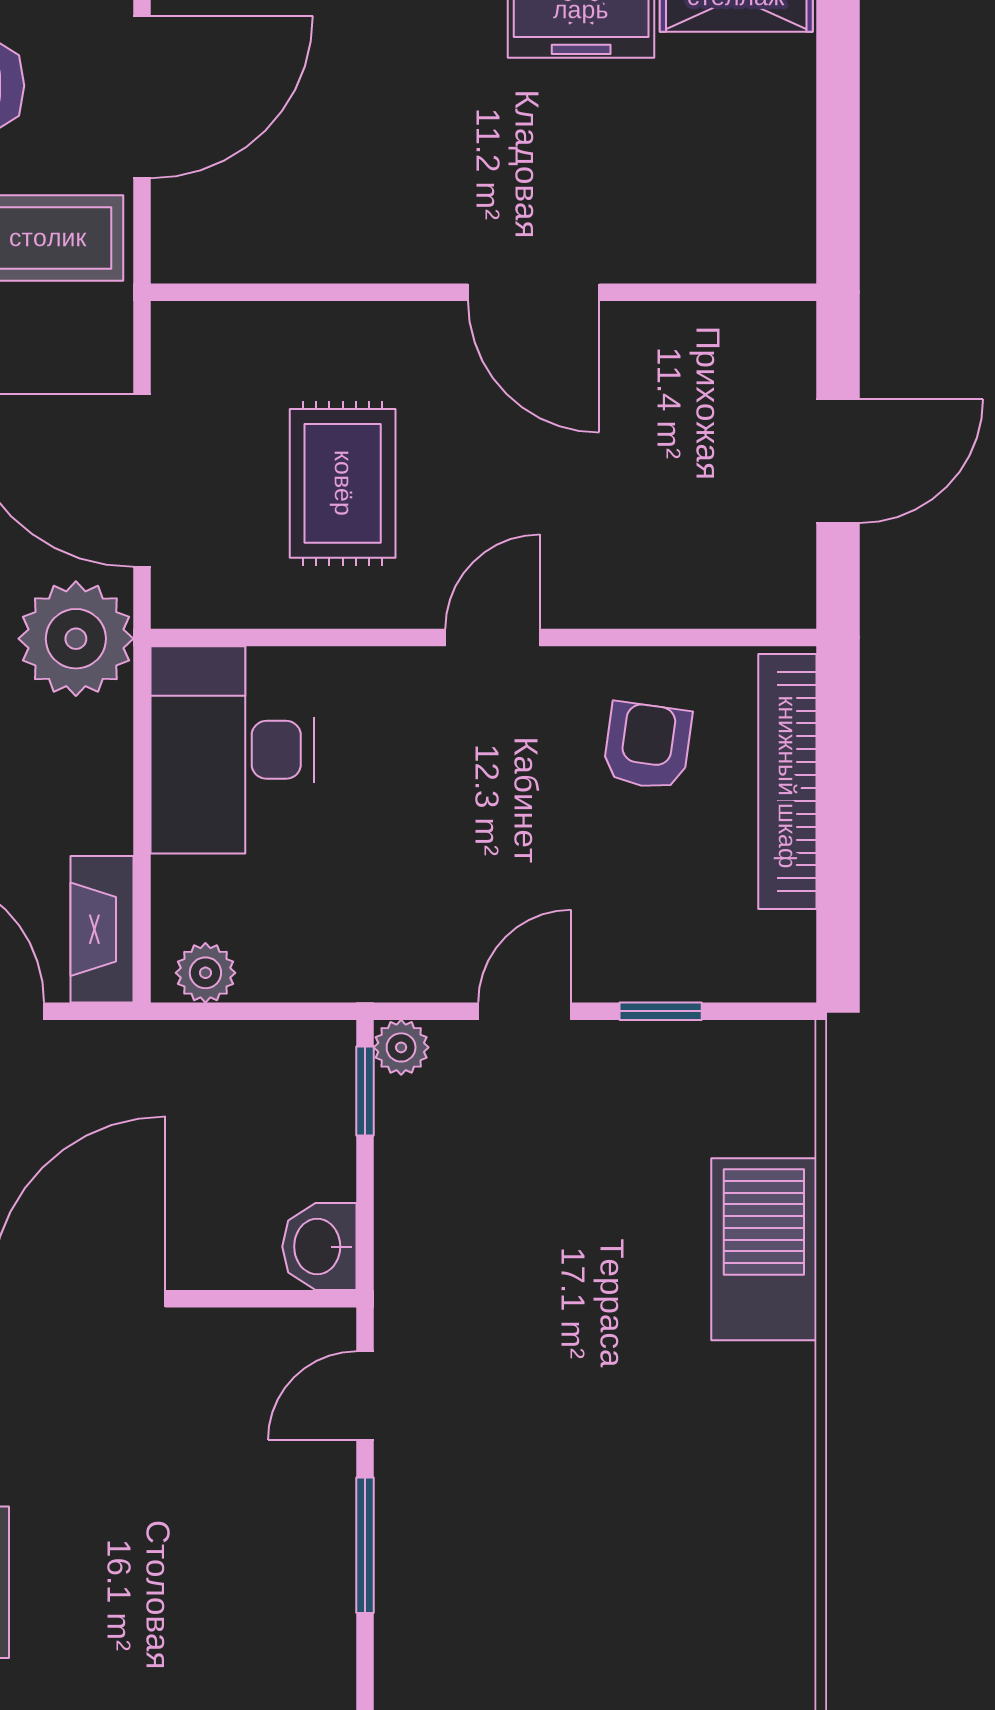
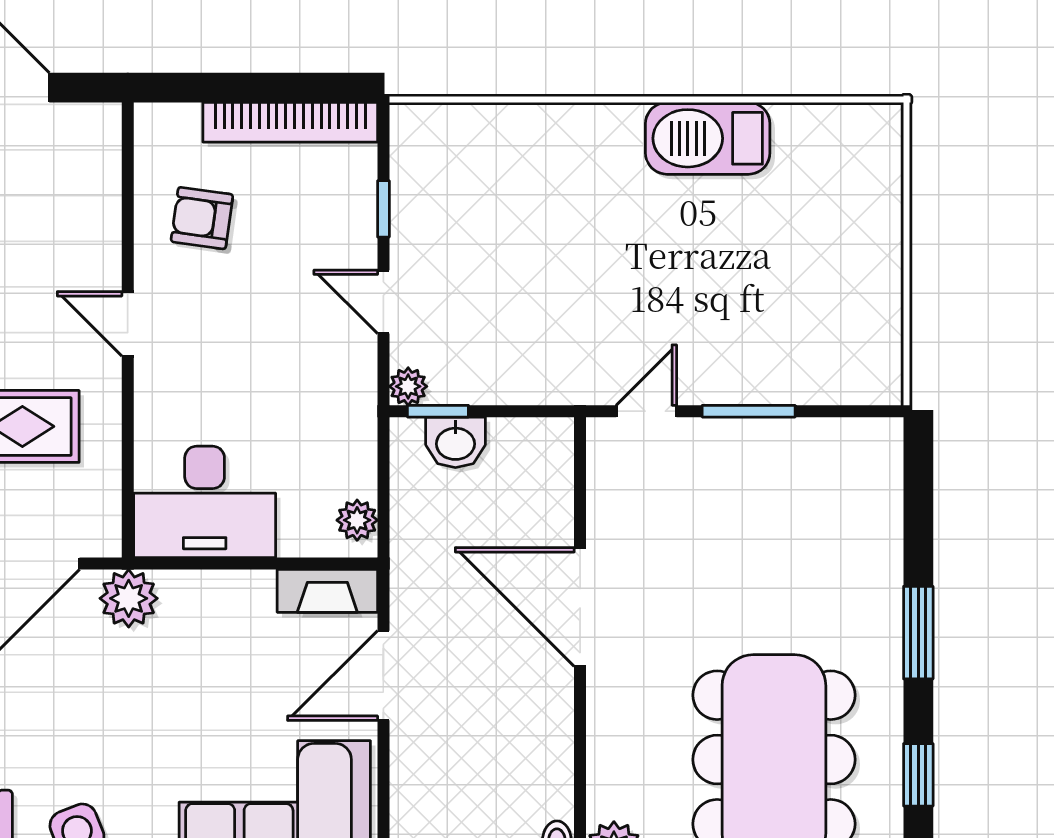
plant: (76, 639) -> (129, 598), width x0.73, depth x0.73
bookcase: (787, 782) -> (290, 122), moved
washbasin: (319, 1247) -> (455, 442), moved
barbecue: (764, 1249) -> (708, 138), moved
door: (365, 1396) -> (646, 411), swing flipped

